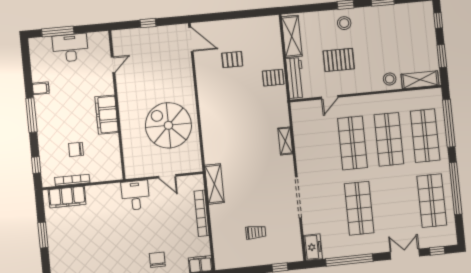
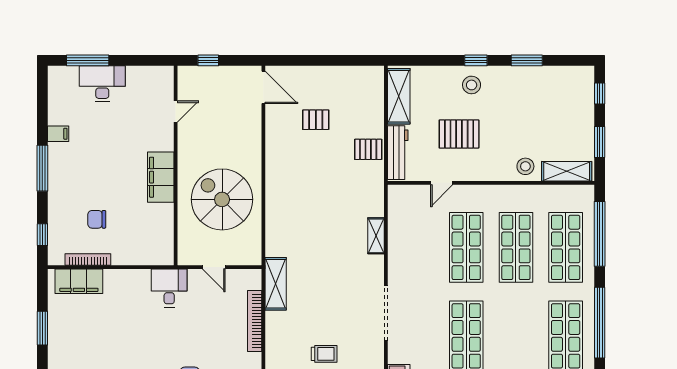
door: (113, 65) -> (176, 112), moved
wall: (117, 105) -> (176, 165), moved
filing cabinet: (107, 115) -> (161, 177), moved

